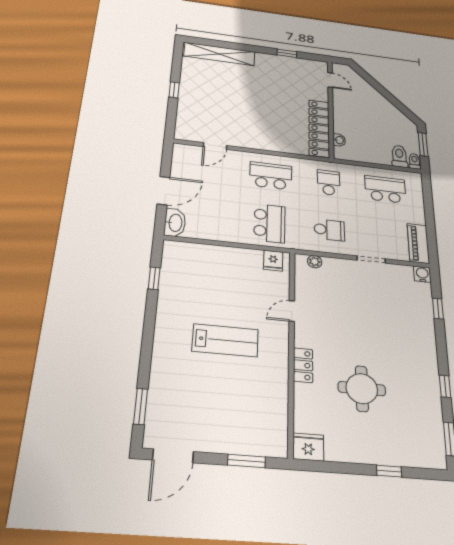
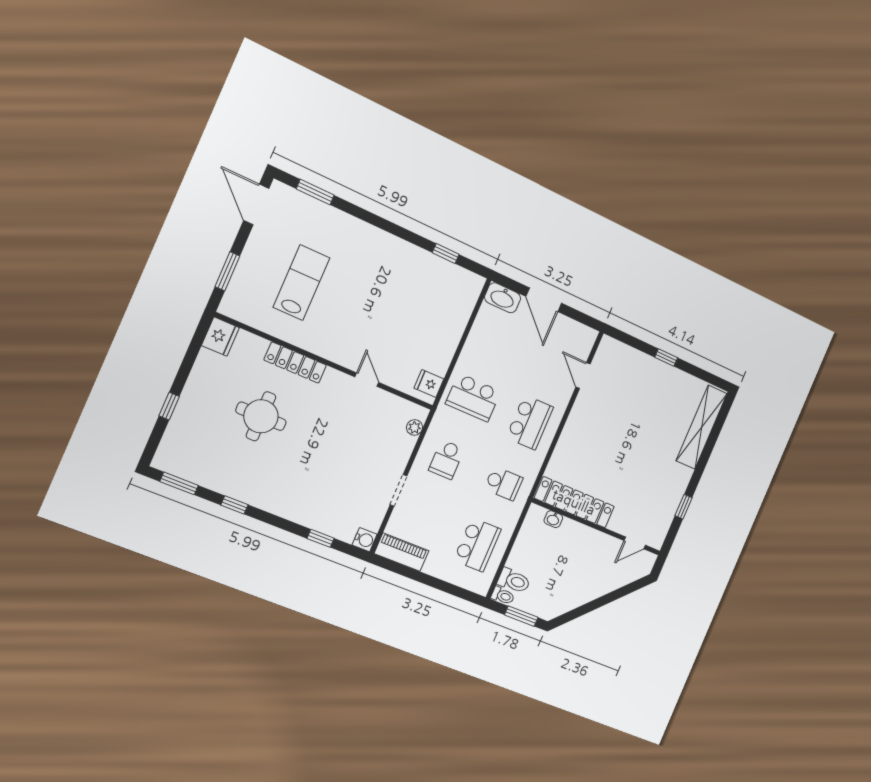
lab bench: (225, 340) -> (301, 283), moved, turned 180
locker: (303, 365) -> (295, 363), width x1.53

